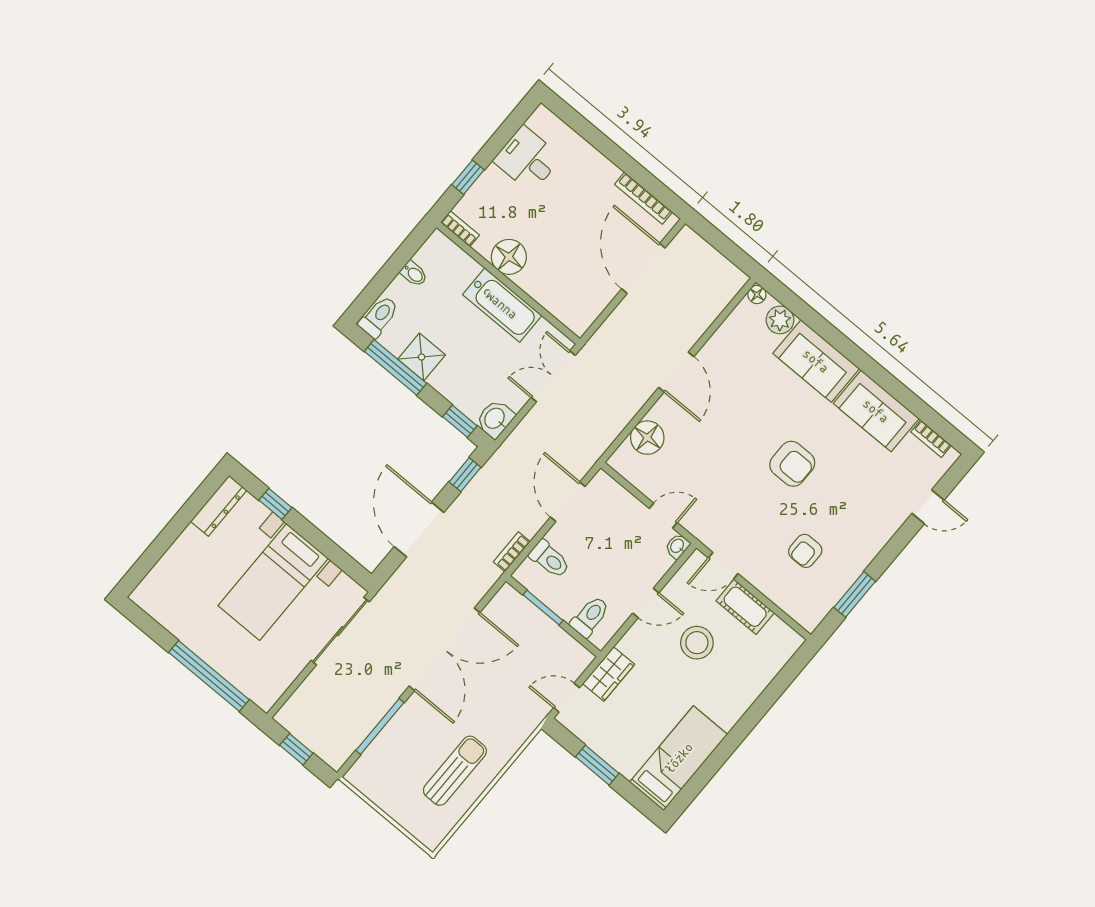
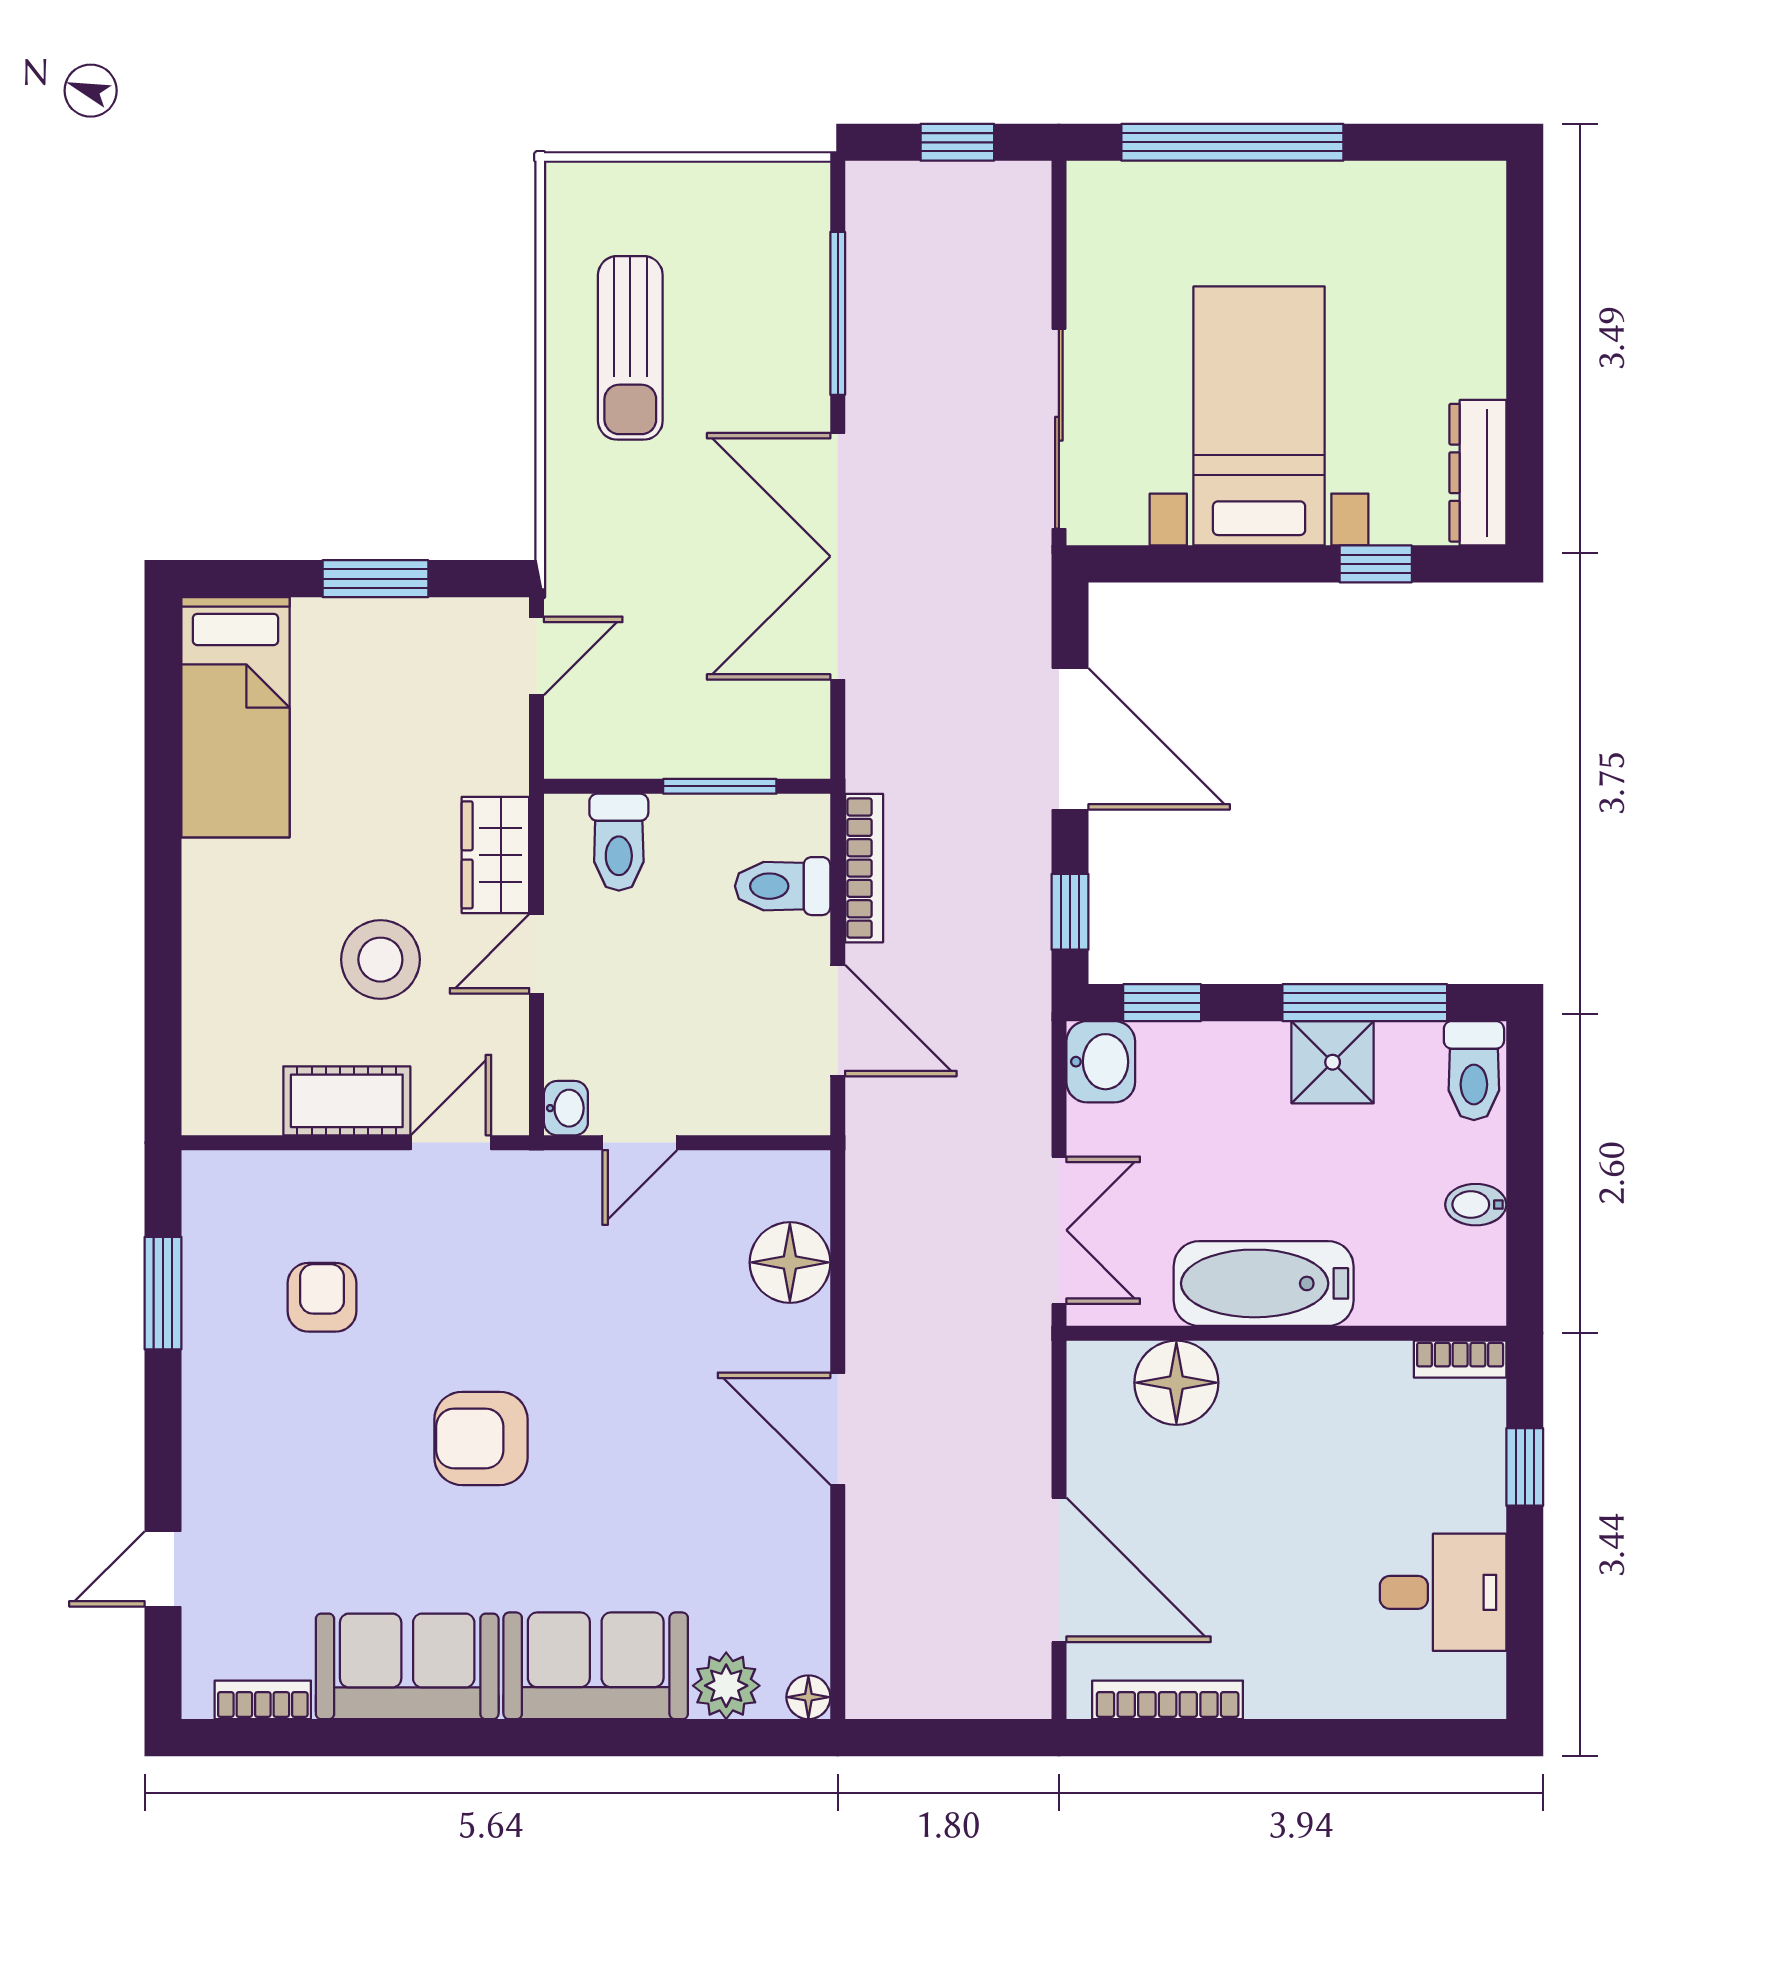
floor lamp: (509, 257) -> (1176, 1383), moved
bookcase: (512, 552) -> (864, 868), width x1.56
wardrobe: (609, 674) -> (495, 855), moved

